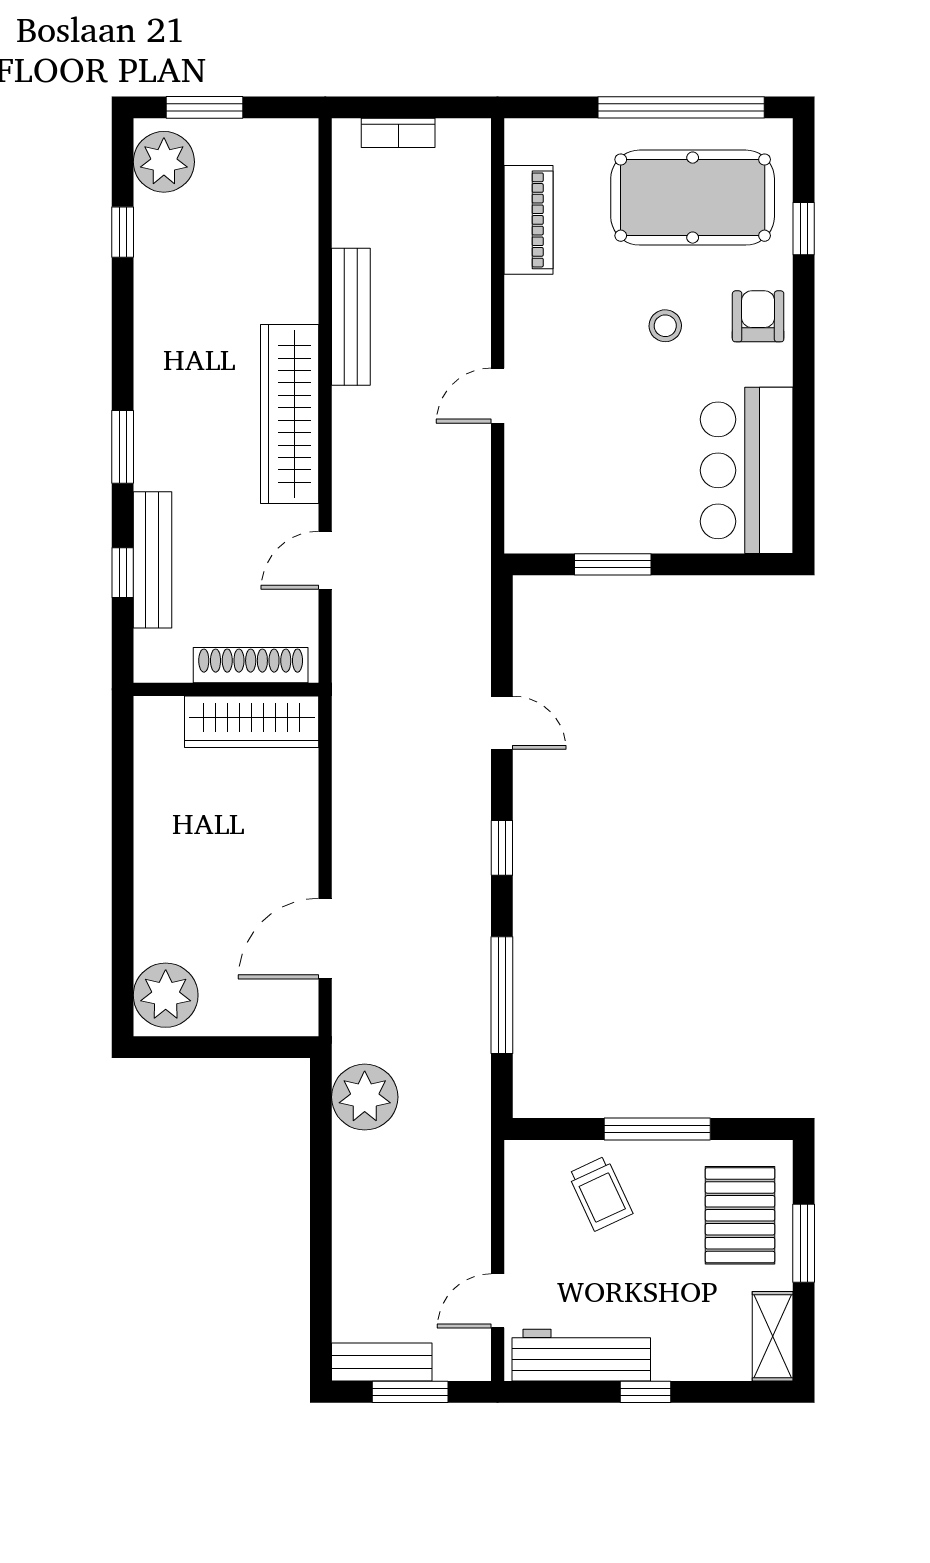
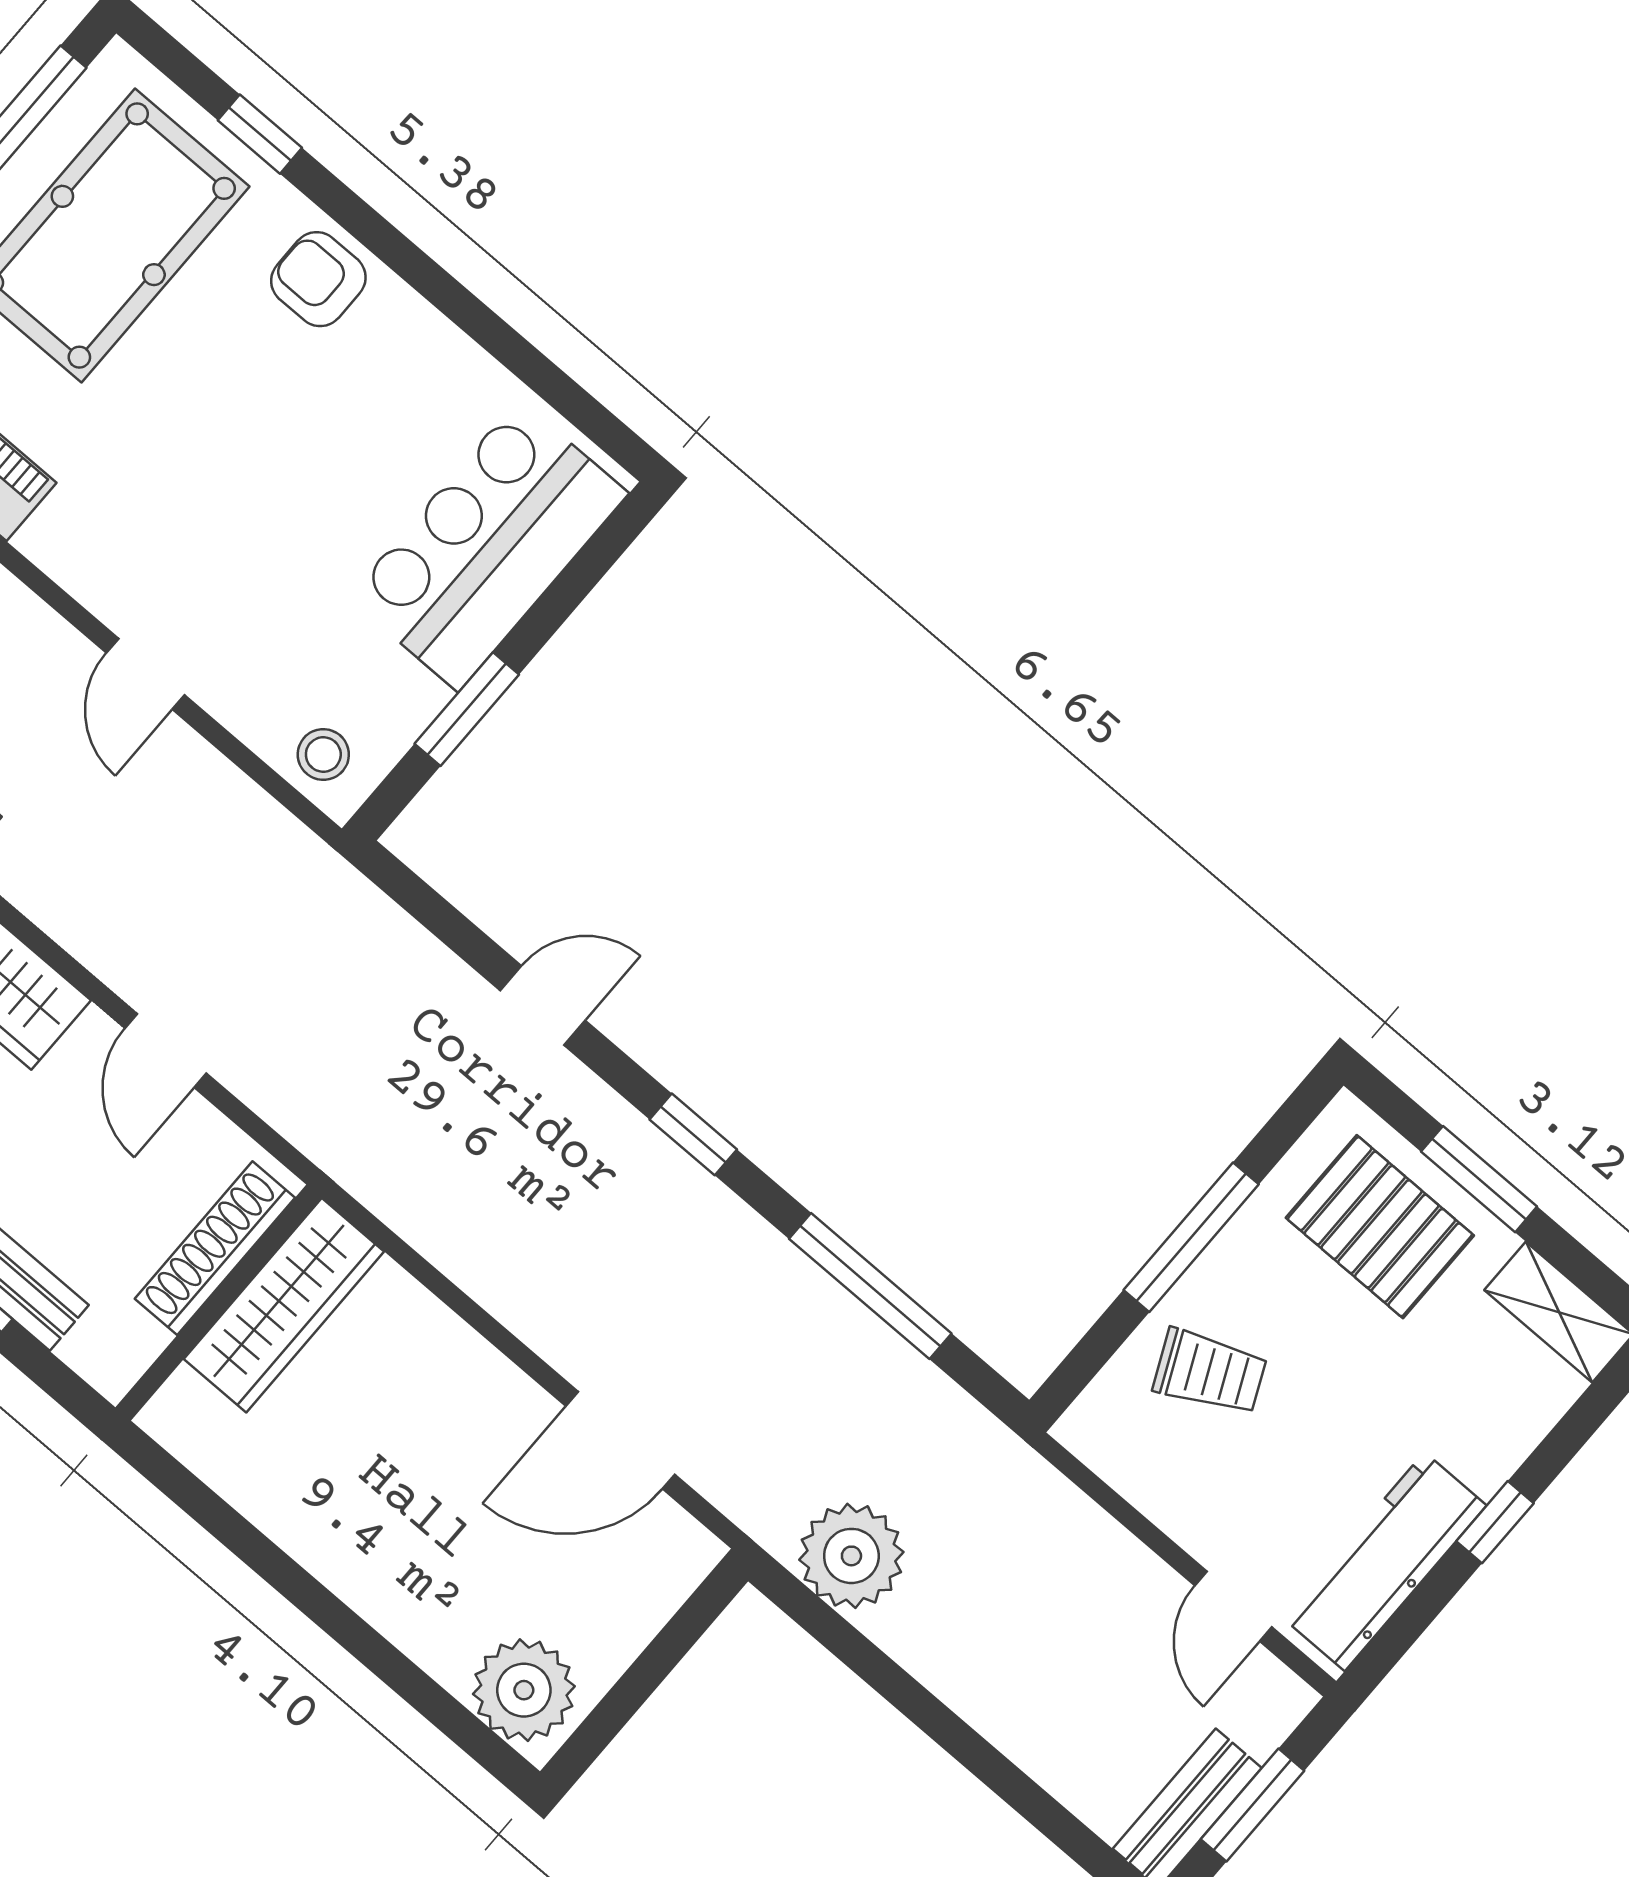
stool: (665, 326) -> (323, 755), moved
bar counter: (747, 470) -> (488, 545), moved, turned 90
door: (325, 939) -> (620, 1440), hinge flipped

